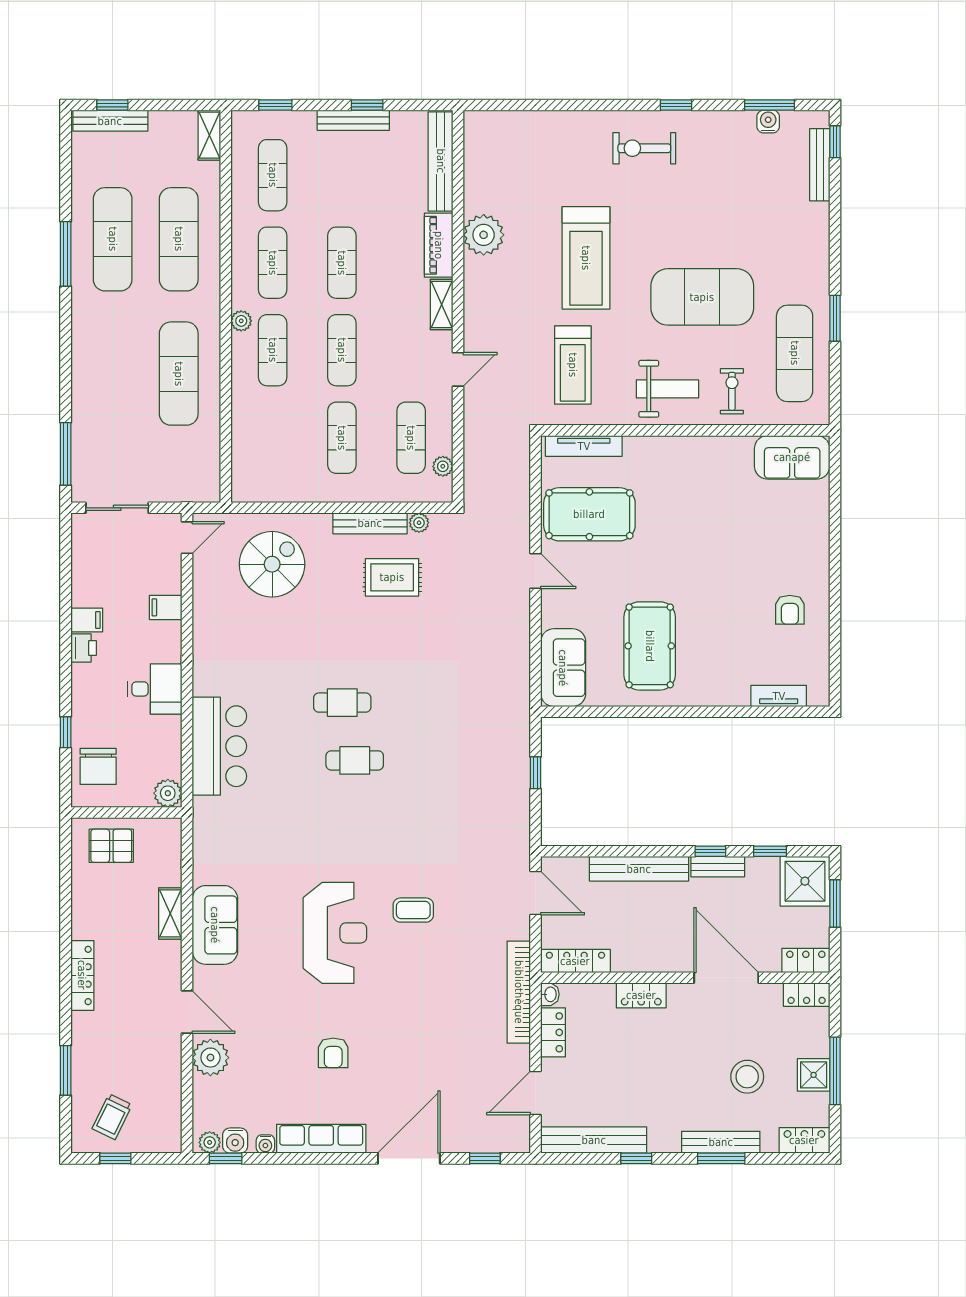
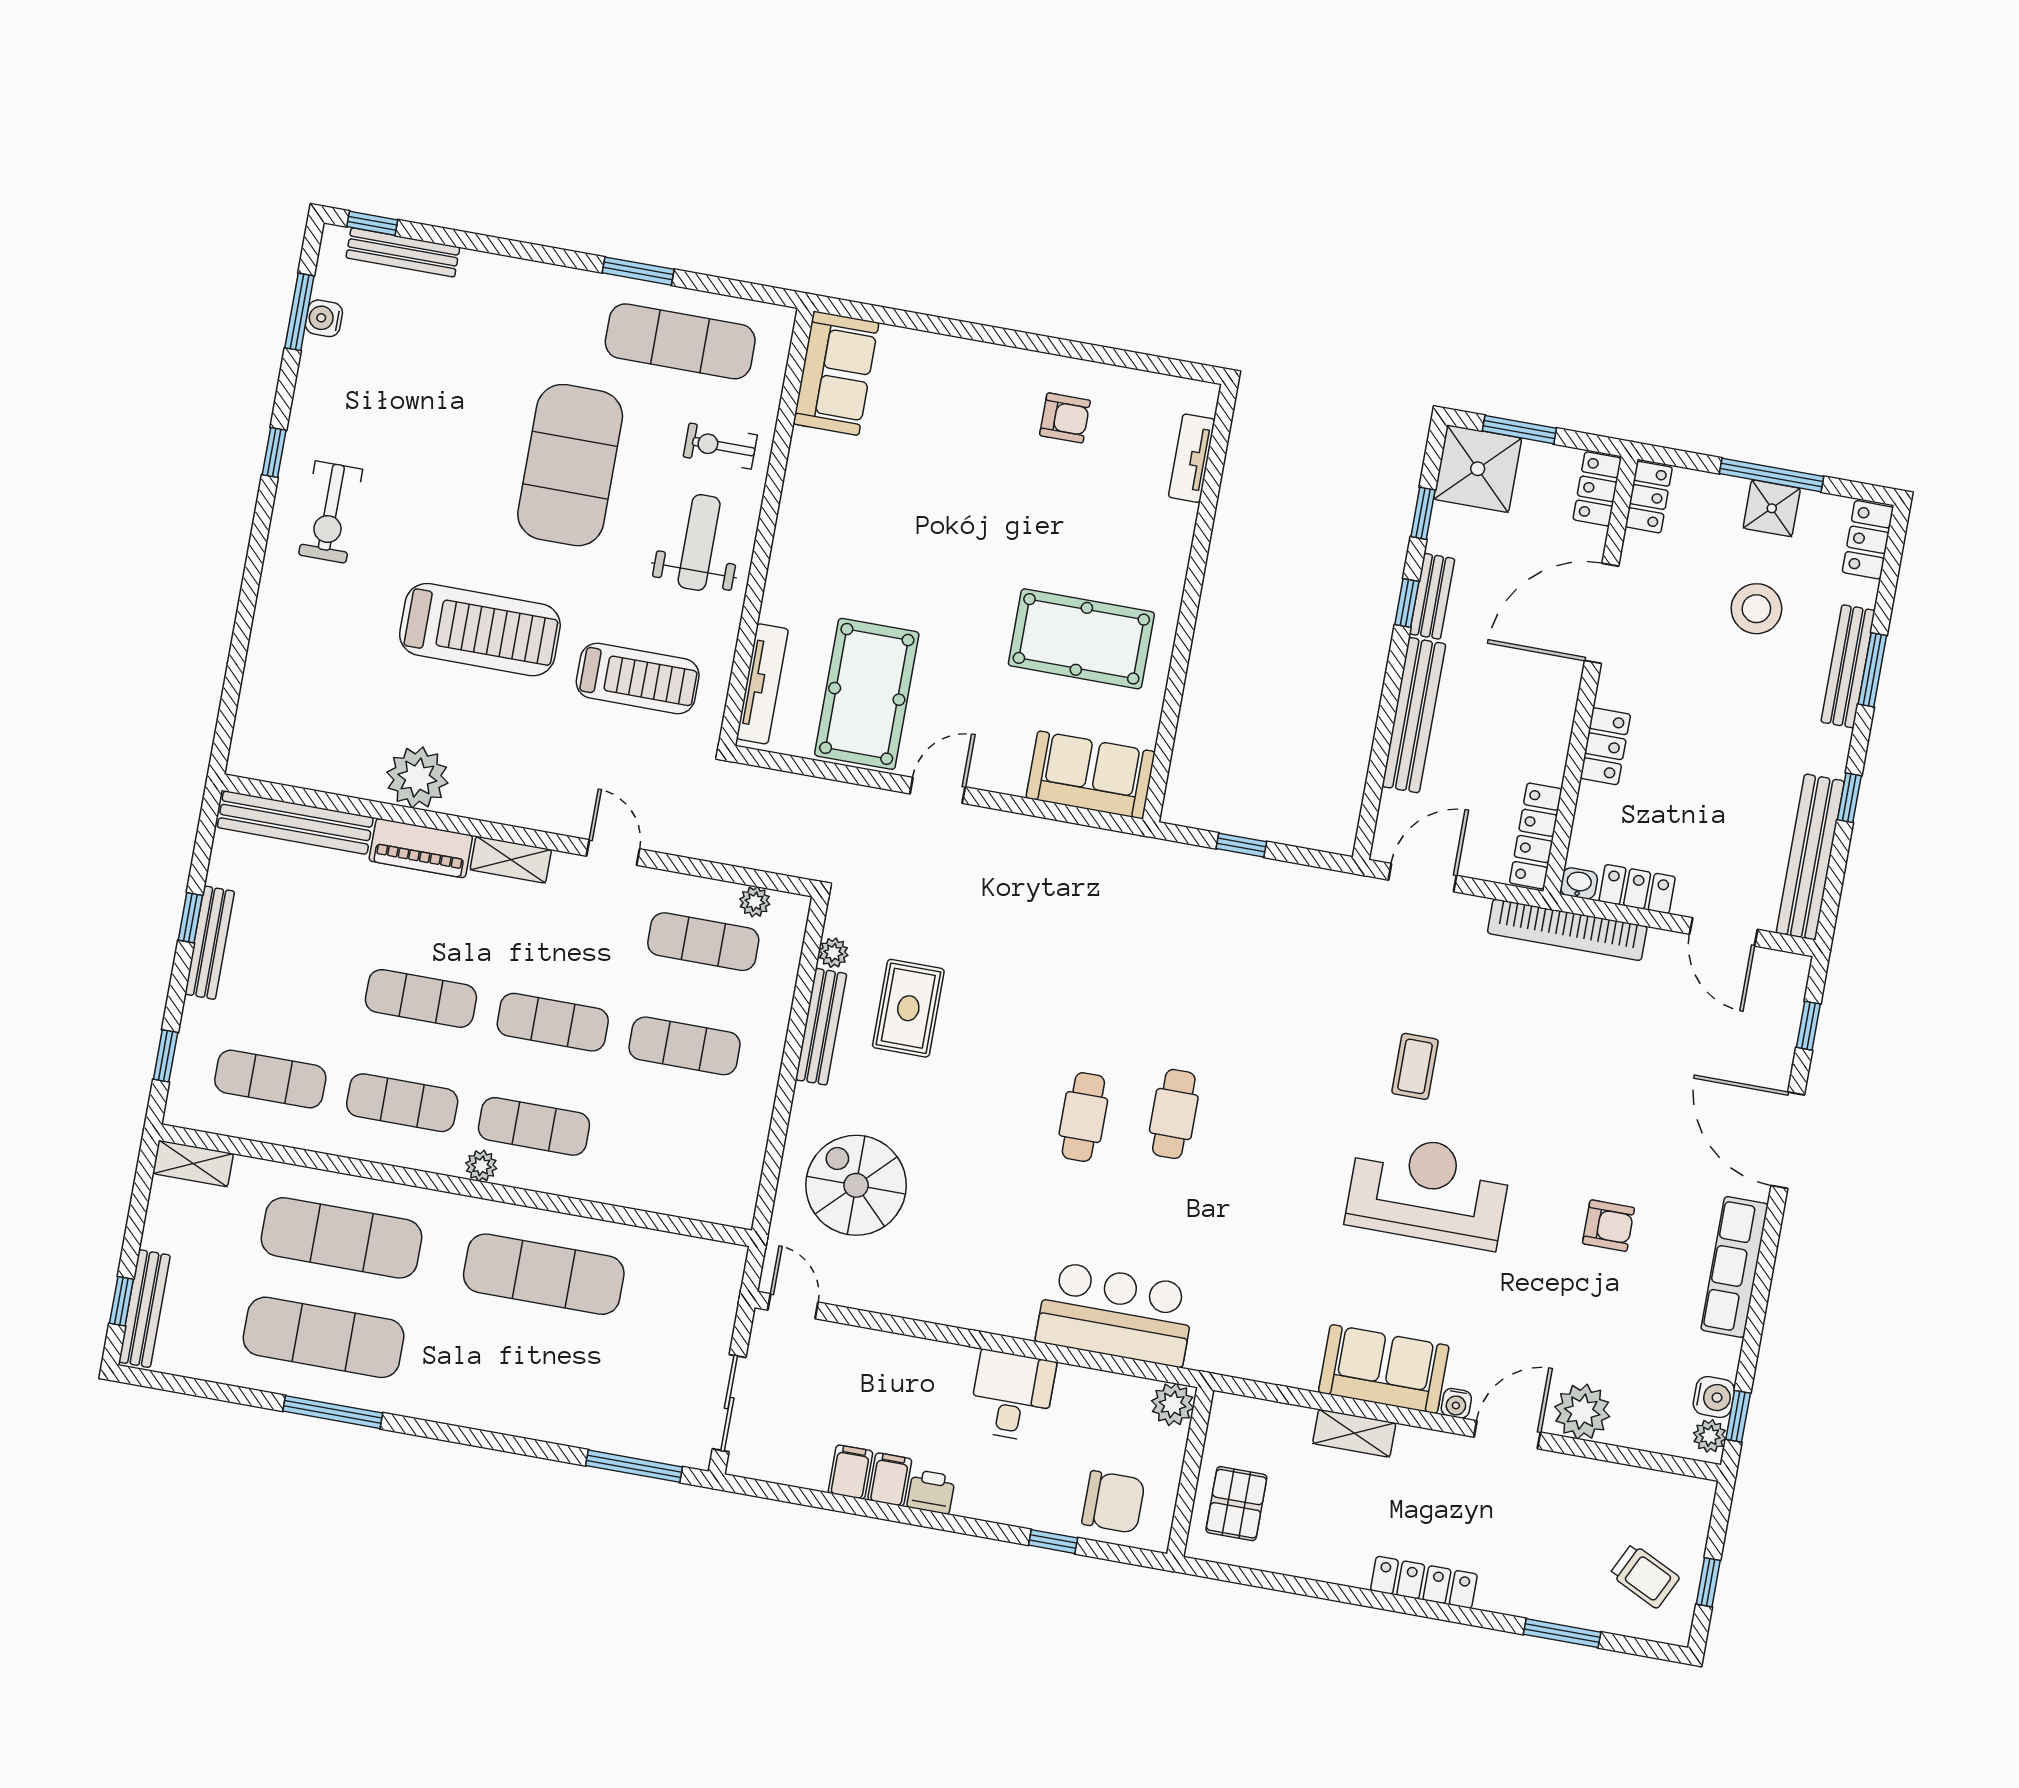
filing cabinet: (166, 607) -> (850, 1472), moved, turned 180
water cooler: (265, 1144) -> (1456, 1403), moved, turned 90

